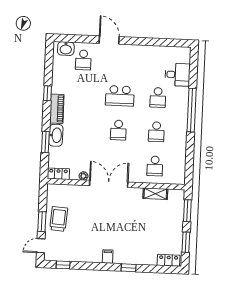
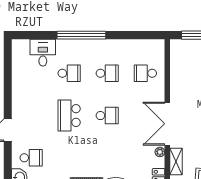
school desk: (120, 96) -> (69, 116), turned 180
school desk: (155, 166) -> (145, 73), turned 180
shelving: (155, 194) -> (176, 161), moved

